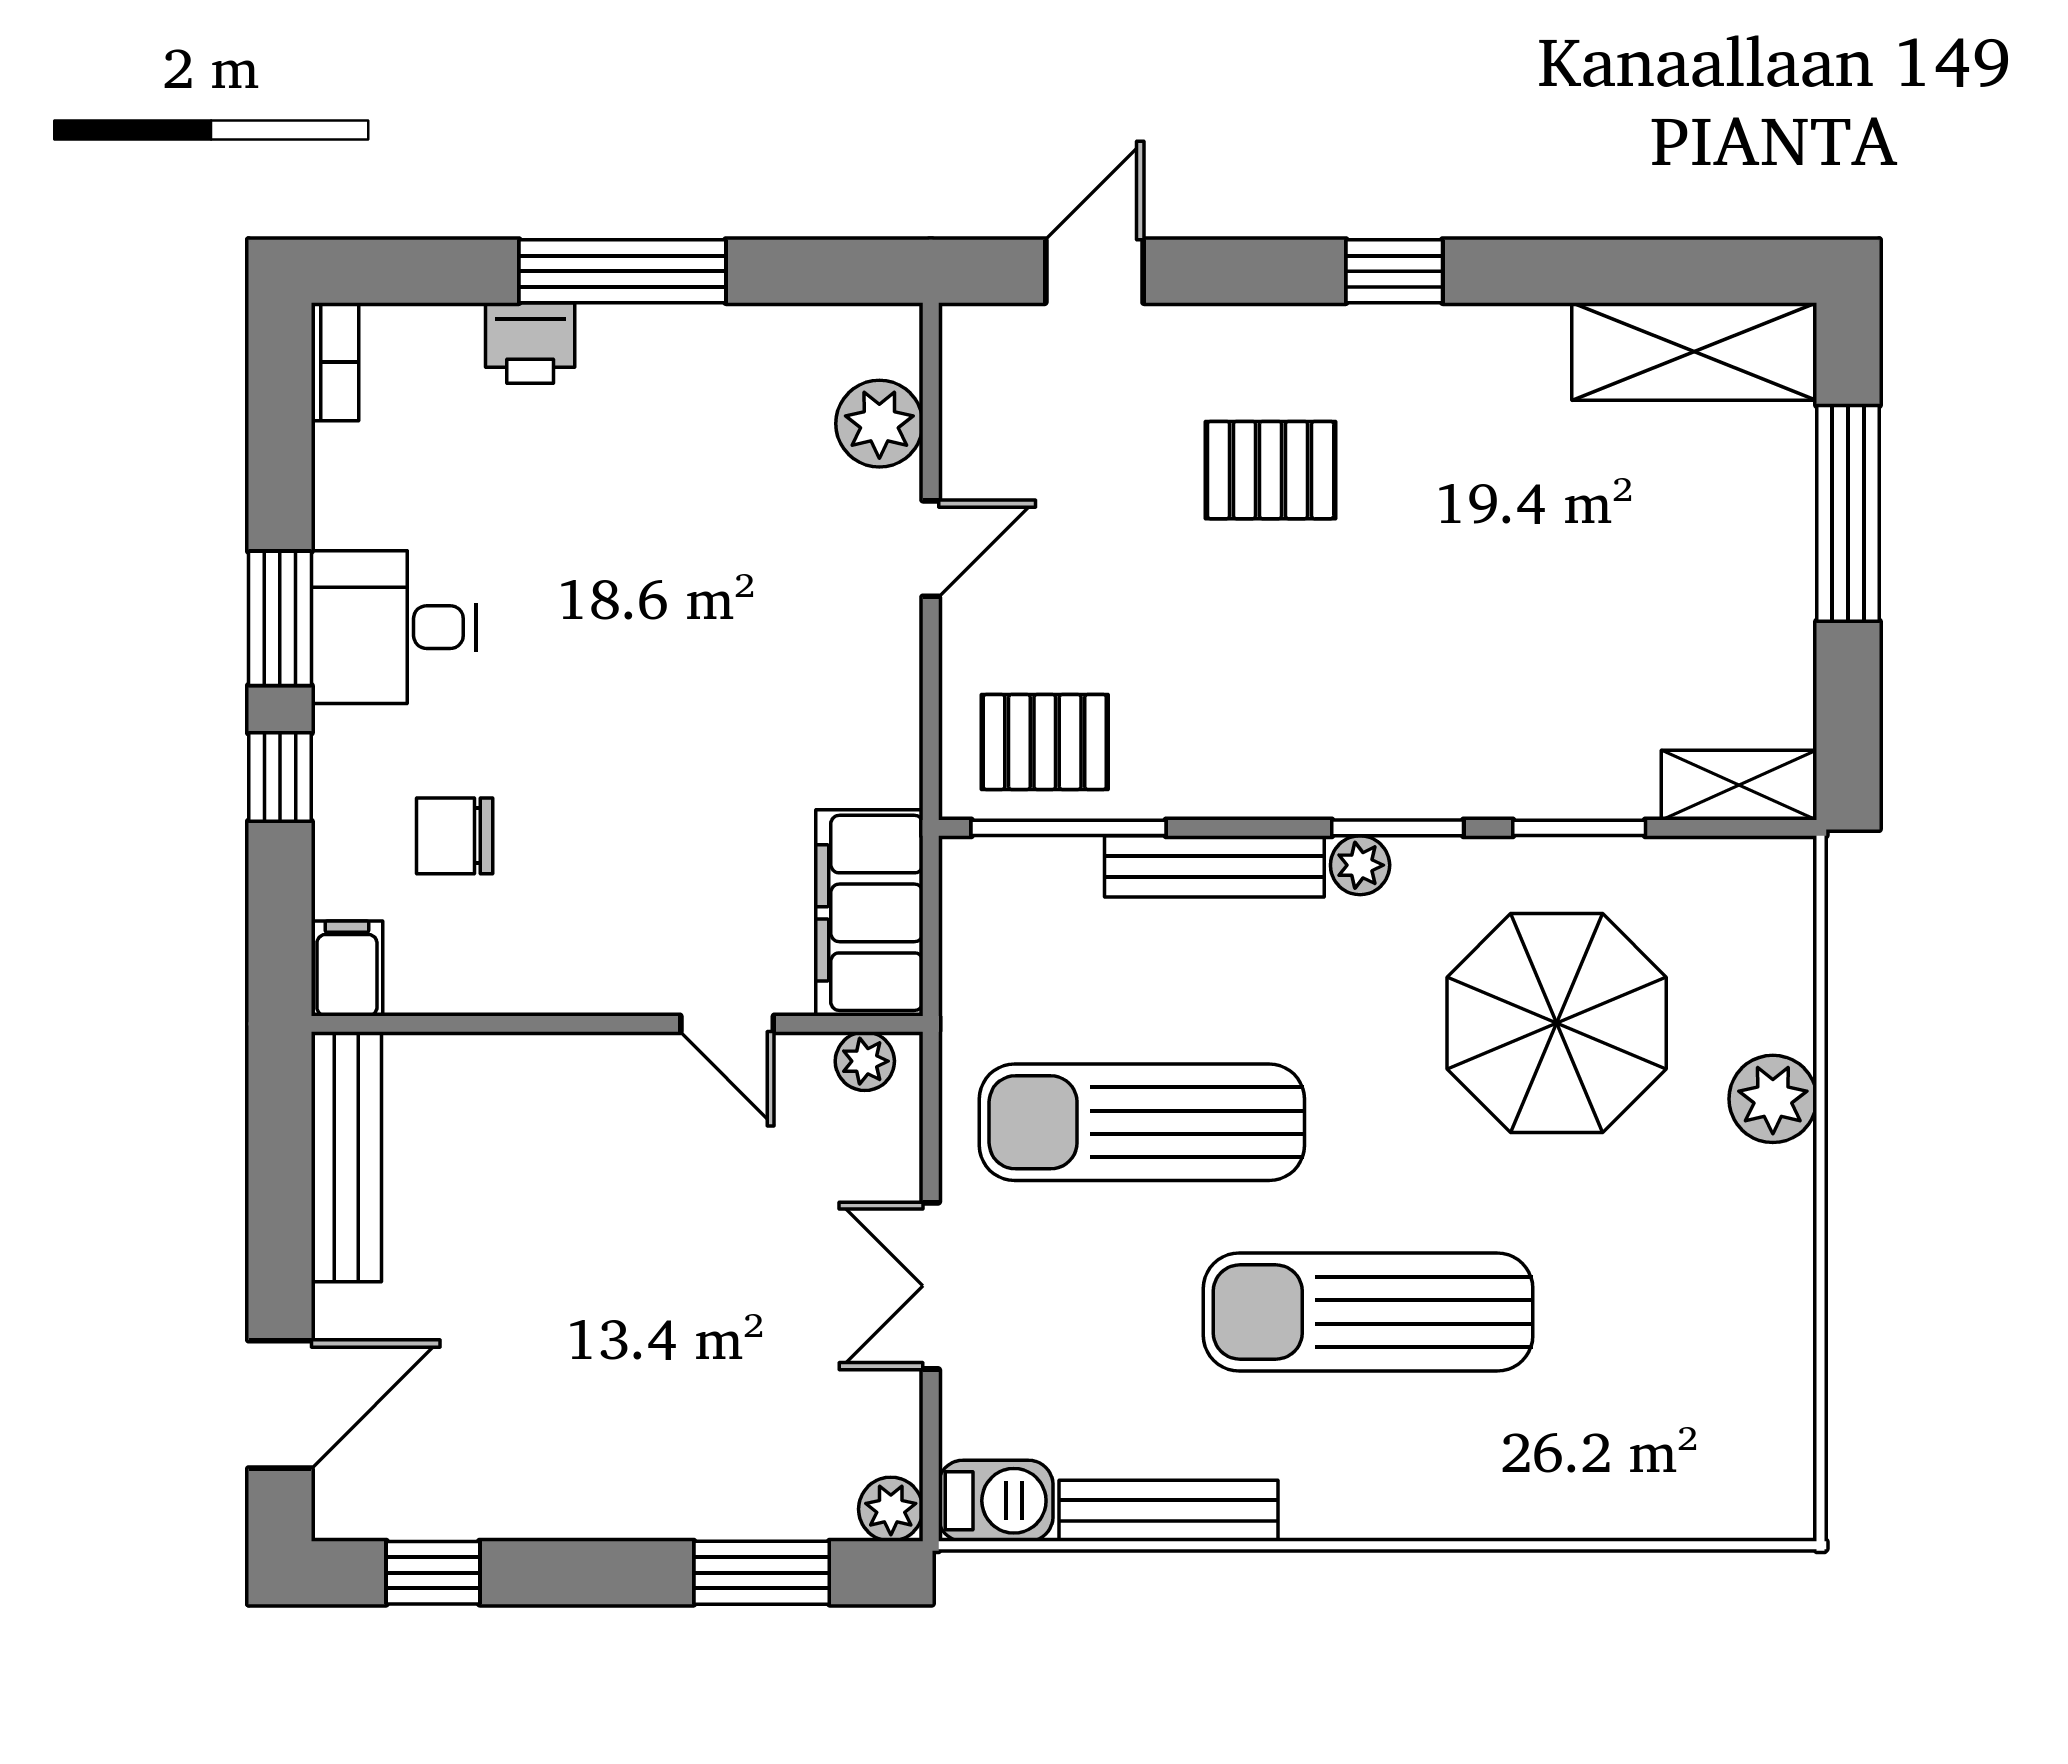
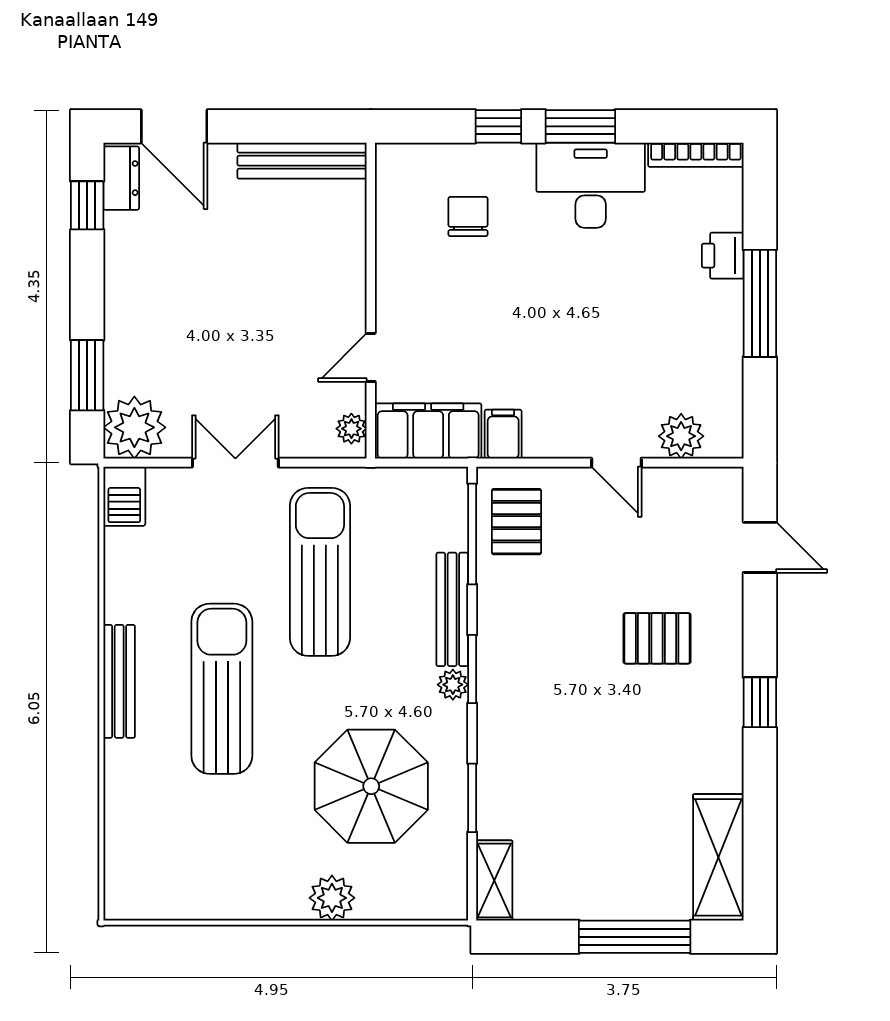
bookcase: (335, 362) -> (696, 155), width x1.56
pallet: (1271, 470) -> (657, 638), turned 90
desk: (394, 627) -> (591, 185), width x1.37
window: (1398, 828) -> (472, 669), moved
filing cabinet: (347, 969) -> (503, 434), moved, turned -90
dresser: (380, 1507) -> (121, 178), added
plant: (891, 1509) -> (134, 427), width x1.88, depth x1.88
bench: (1168, 1511) -> (119, 681), moved

